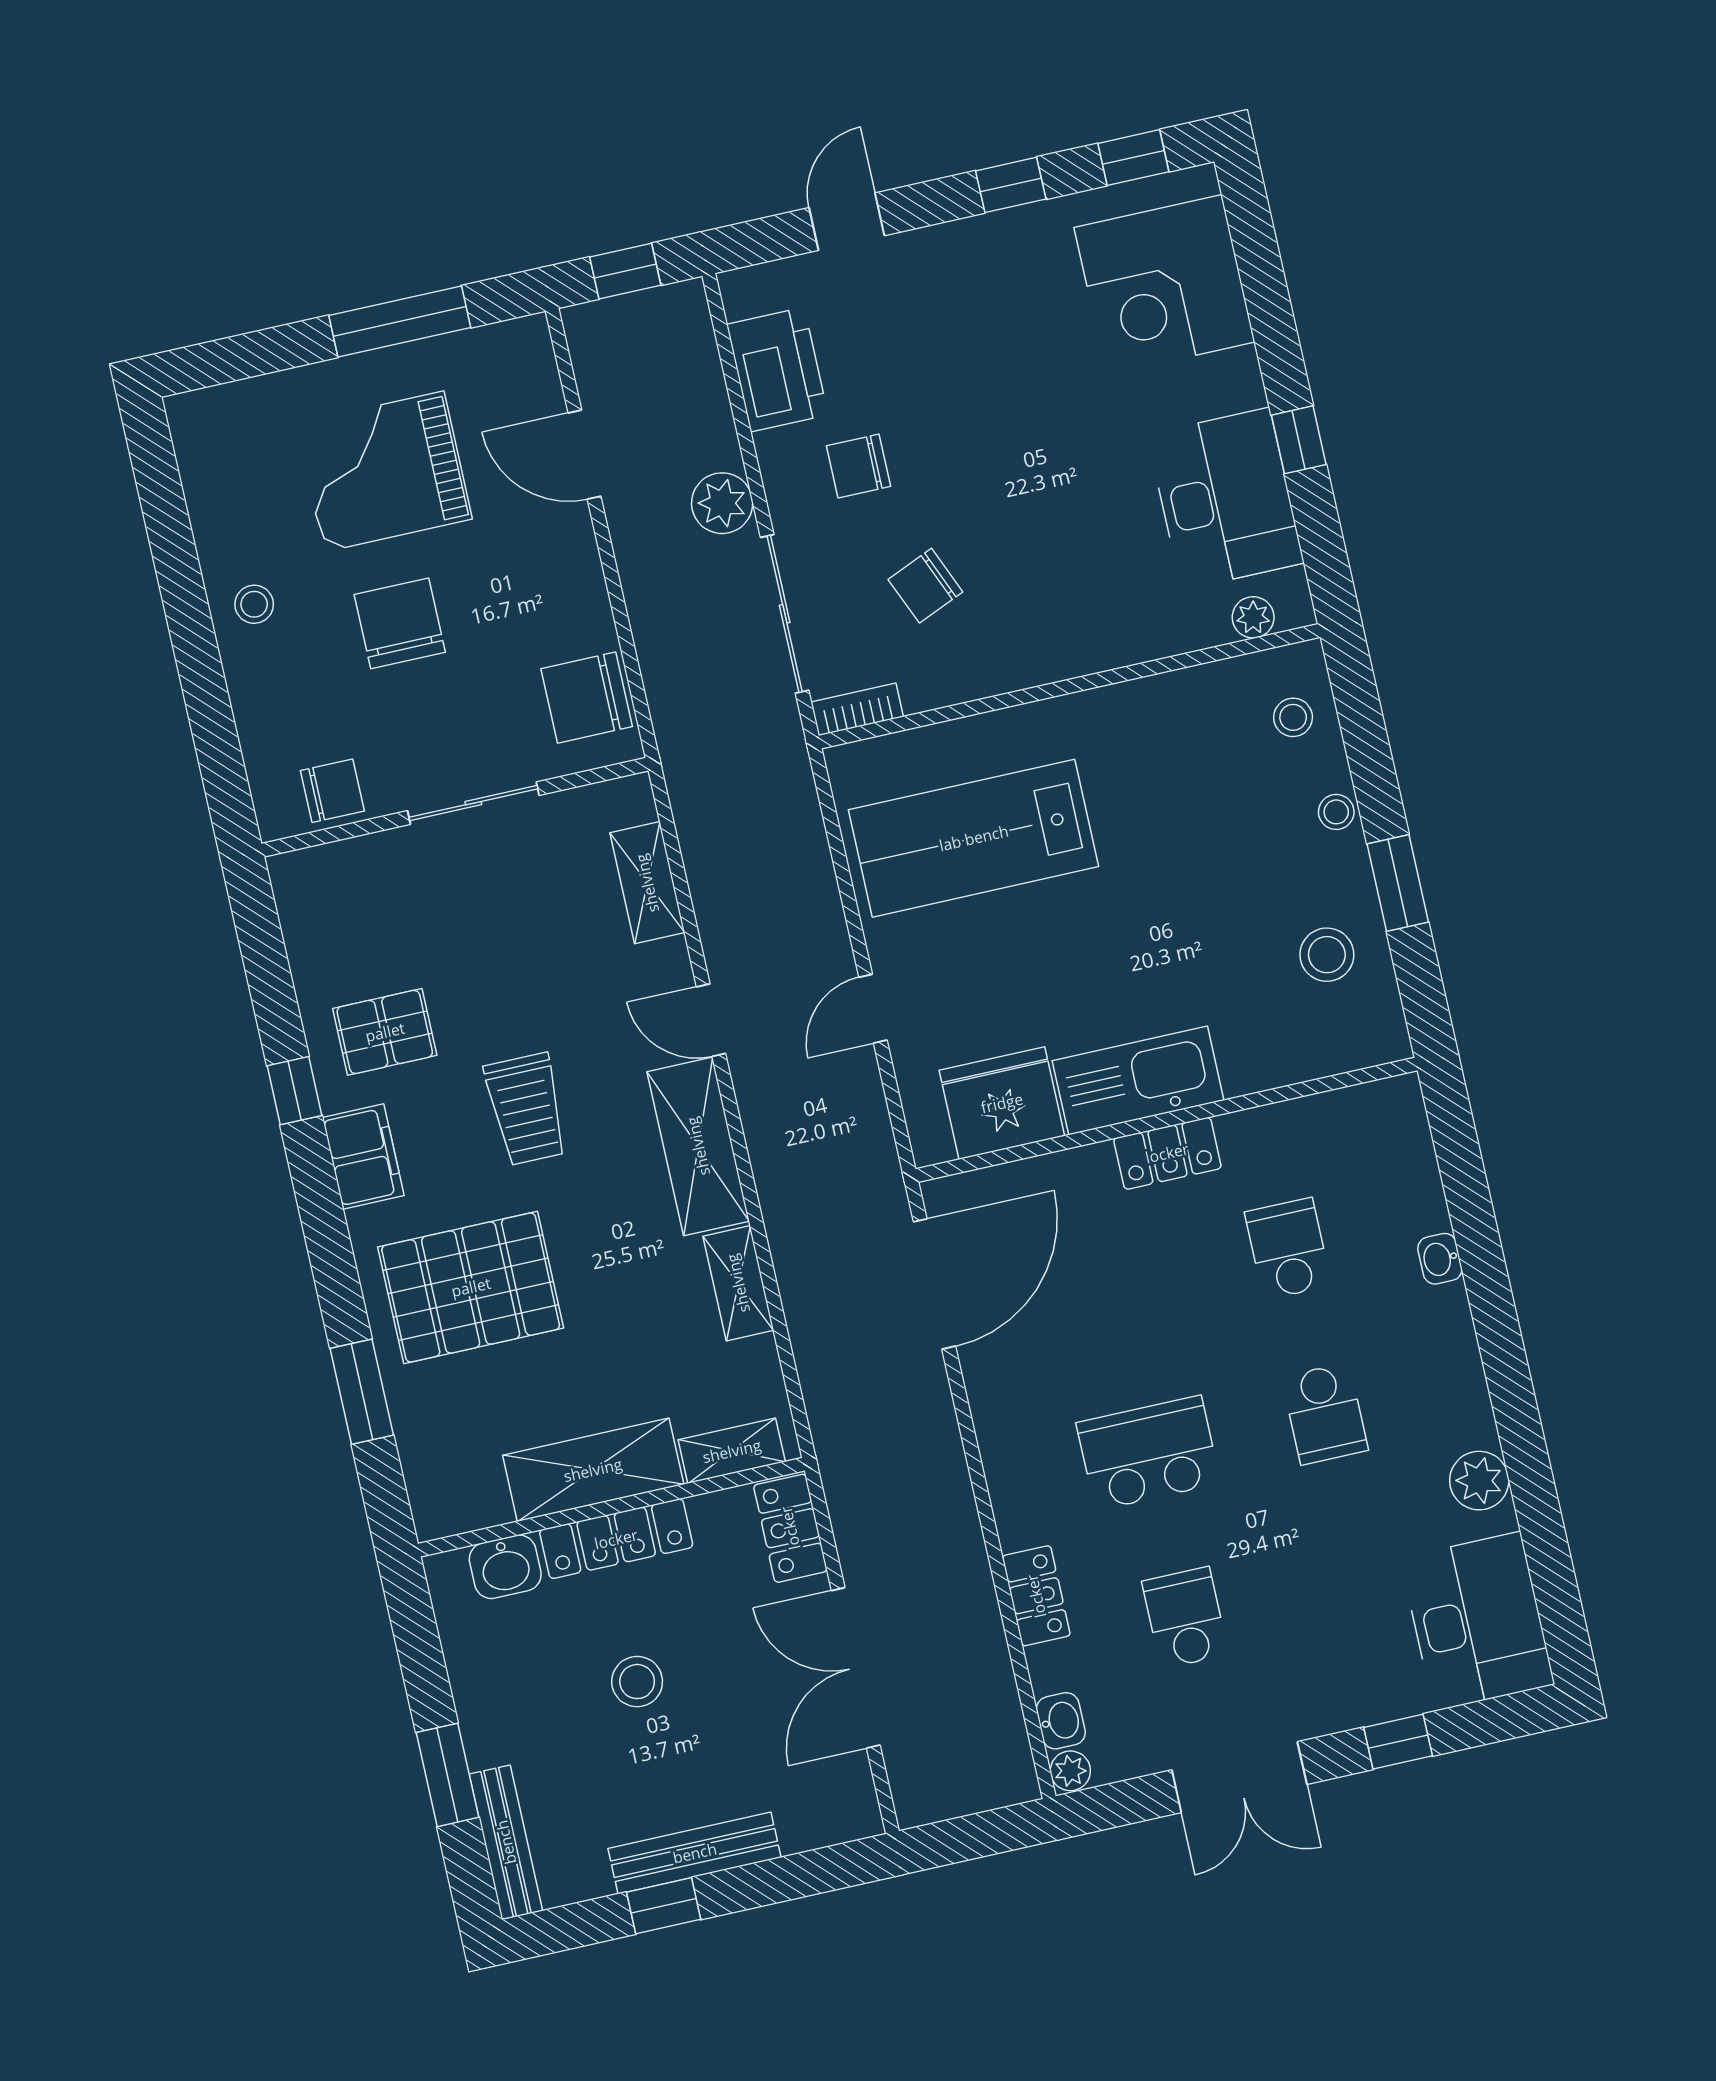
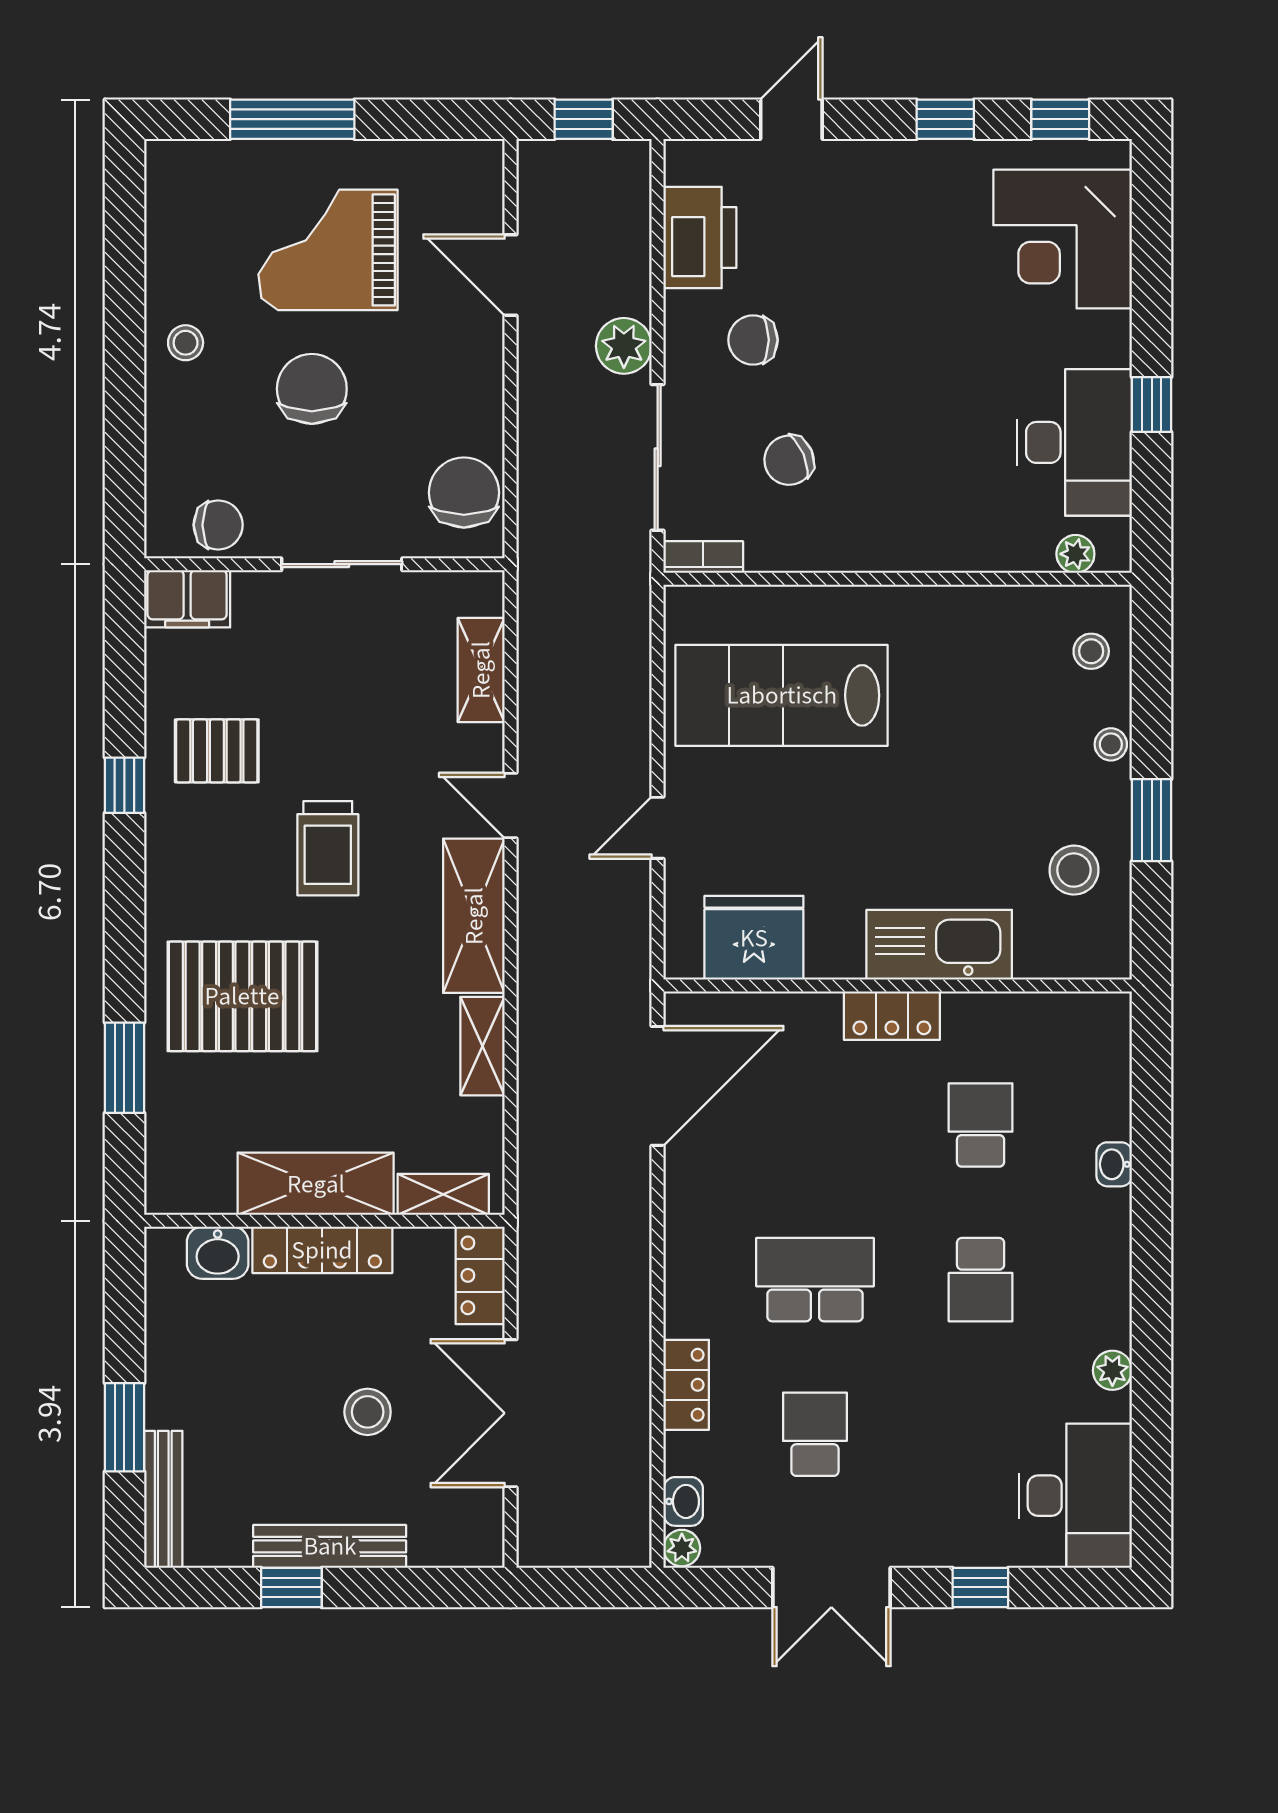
window: (400, 322) -> (292, 119), moved
chair: (587, 698) -> (464, 493), turned 90
kitchen sink: (1138, 1081) -> (939, 945), moved
filing cabinet: (363, 1156) -> (187, 599), moved, turned 90
plant: (1479, 1481) -> (1112, 1370), width x0.73, depth x0.73
stool: (637, 1682) -> (368, 1412), moved

